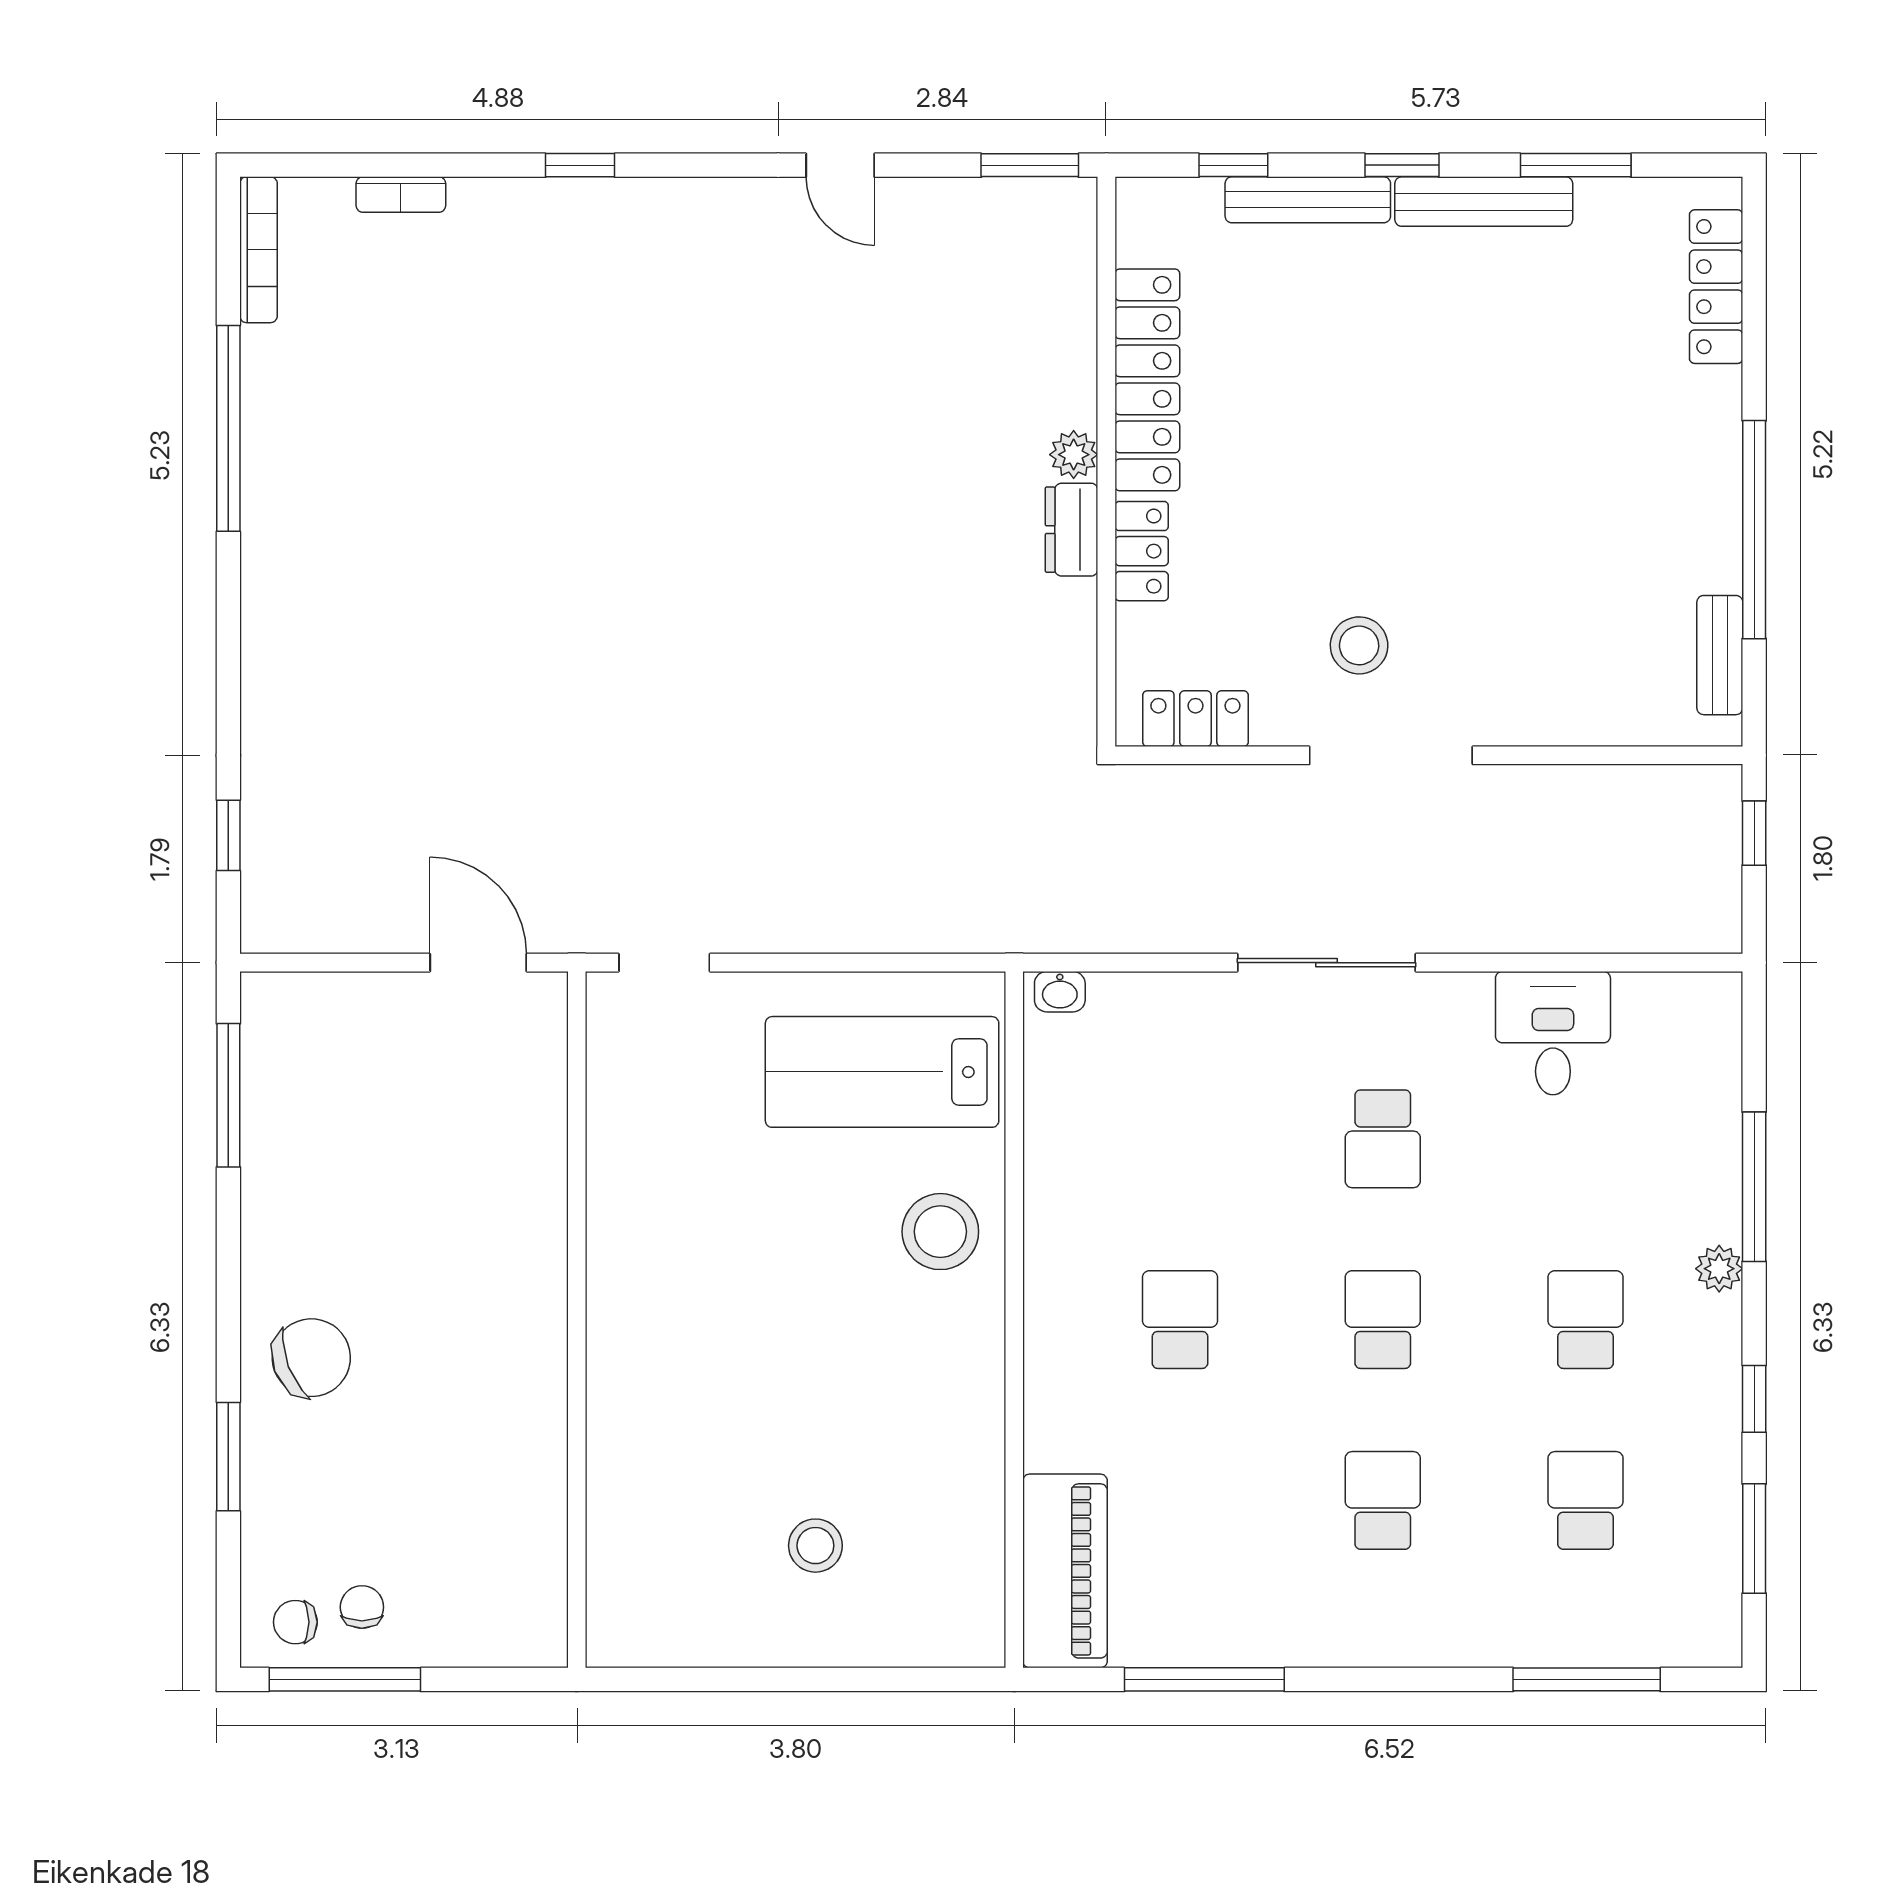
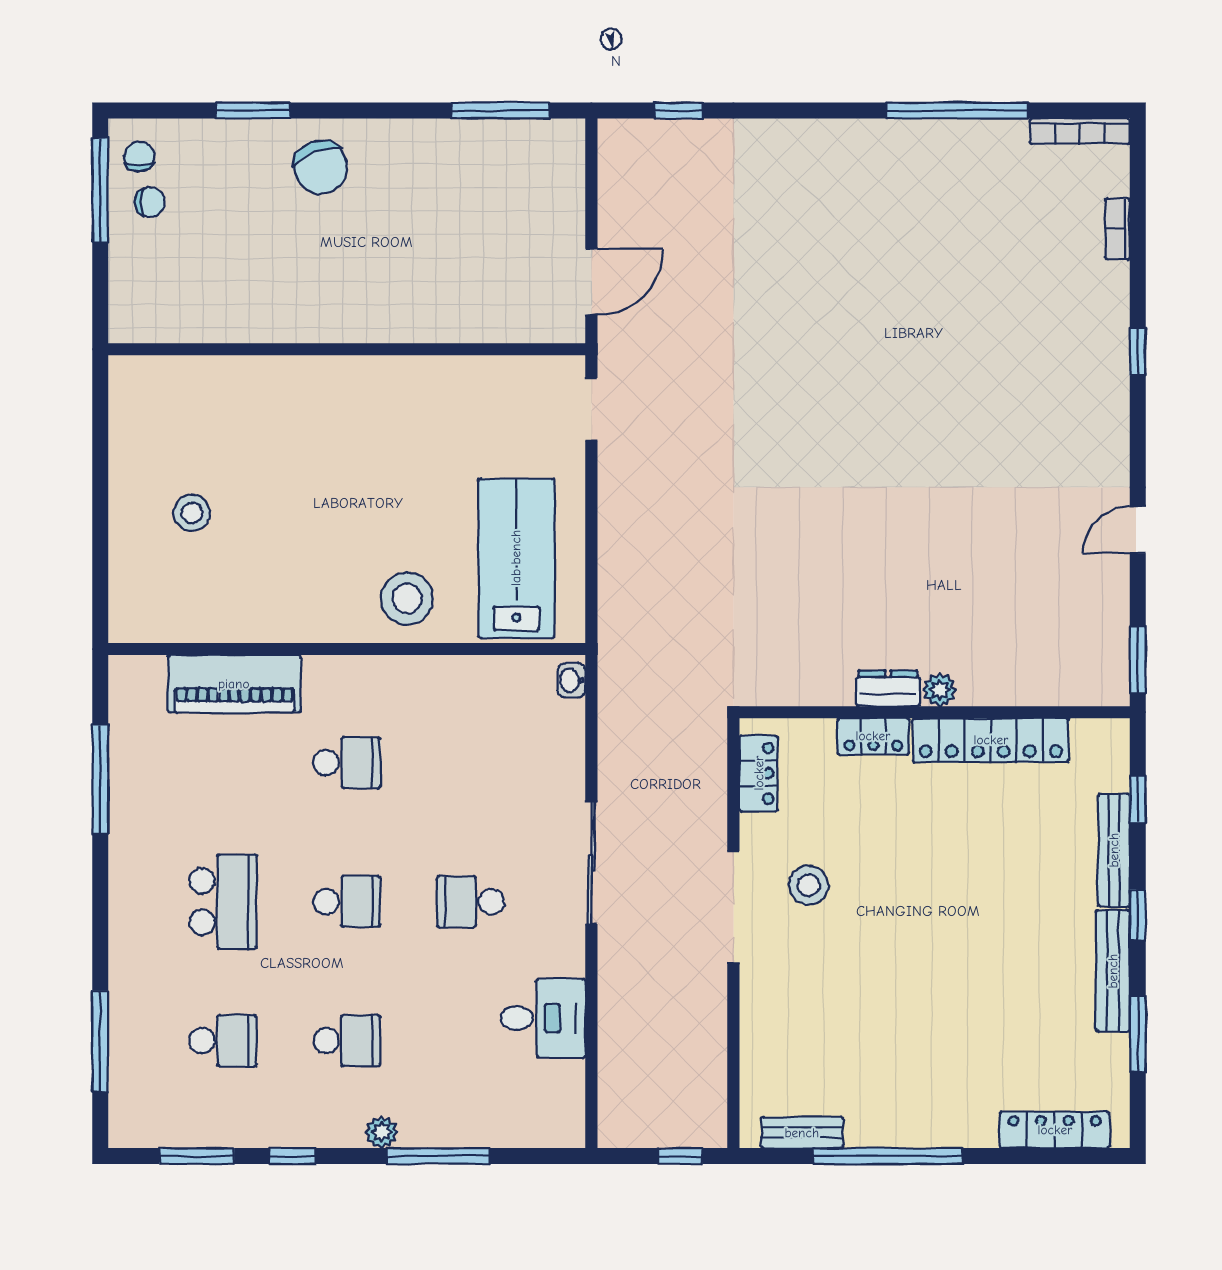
school desk: (1383, 1500) -> (223, 902), width x1.85
piano: (1065, 1571) -> (234, 684), moved

